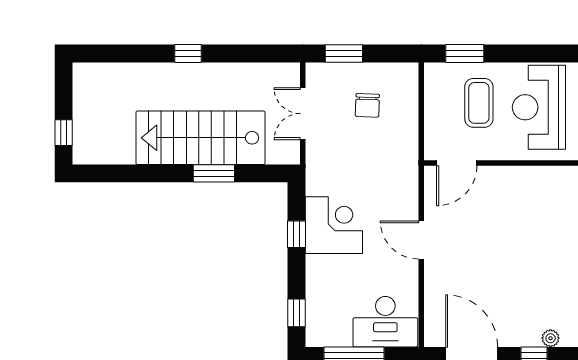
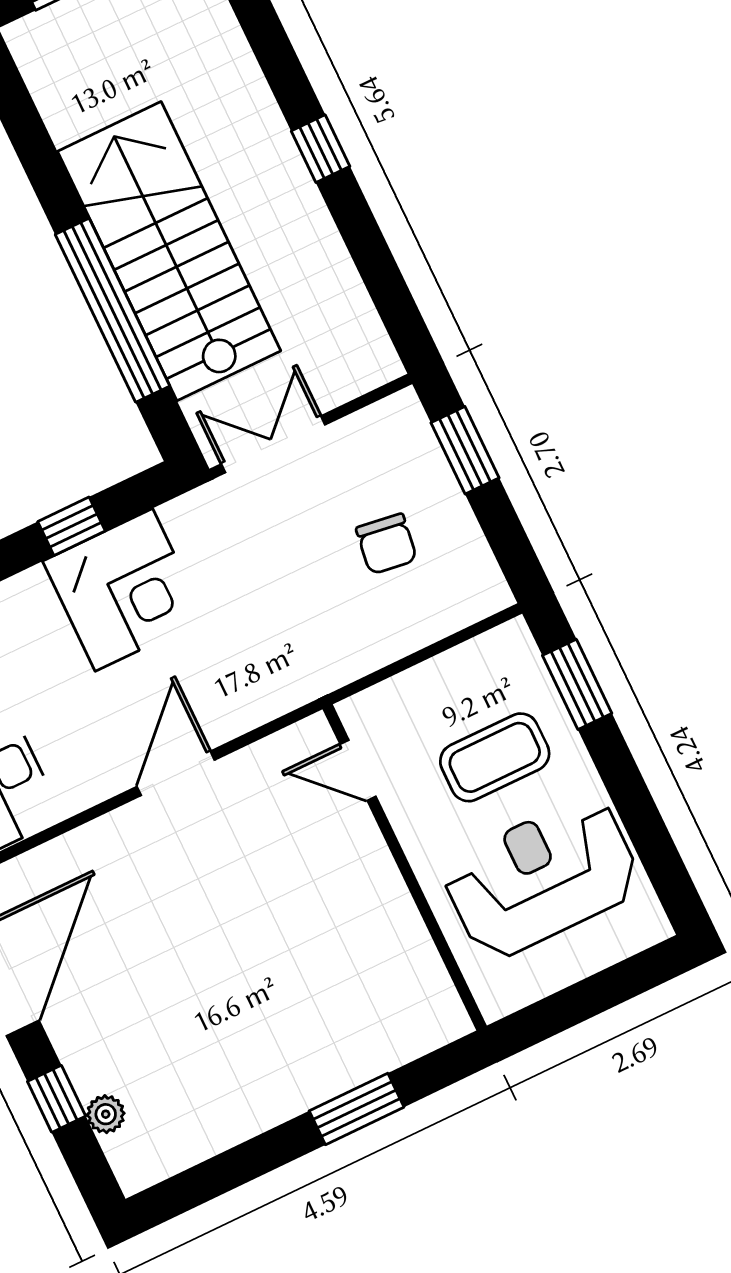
chair: (367, 105) -> (386, 544), turned -84
double door: (303, 114) -> (273, 444), moved
door: (457, 163) -> (358, 770), width x0.73
window: (214, 173) -> (112, 310), width x2.11

